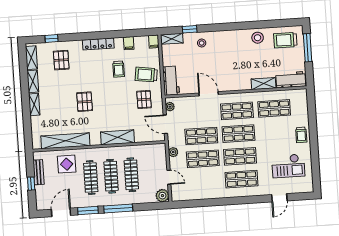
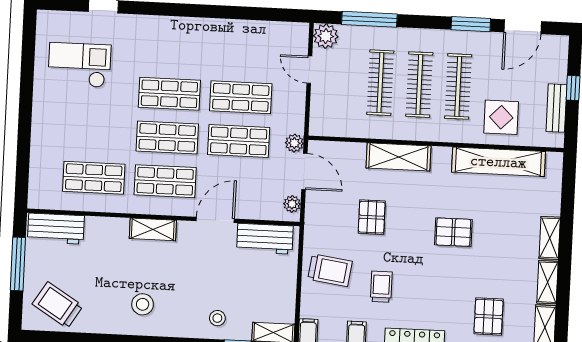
stool: (258, 38) -> (143, 304), moved
trolley: (285, 40) -> (58, 305), turned -148
window: (308, 48) -> (18, 264), moved
workbench: (171, 81) -> (265, 239), moved, turned -90
shelving: (264, 84) -> (153, 229), moved
door: (209, 94) -> (215, 220), swing flipped
pallet: (144, 99) -> (372, 217), moved
pallet: (85, 102) -> (453, 232), turned 90
trolley: (301, 135) -> (48, 121), removed
plant: (173, 152) -> (294, 143), moved
shop shelf: (242, 179) -> (172, 50), removed
window: (118, 208) -> (369, 19), moved

